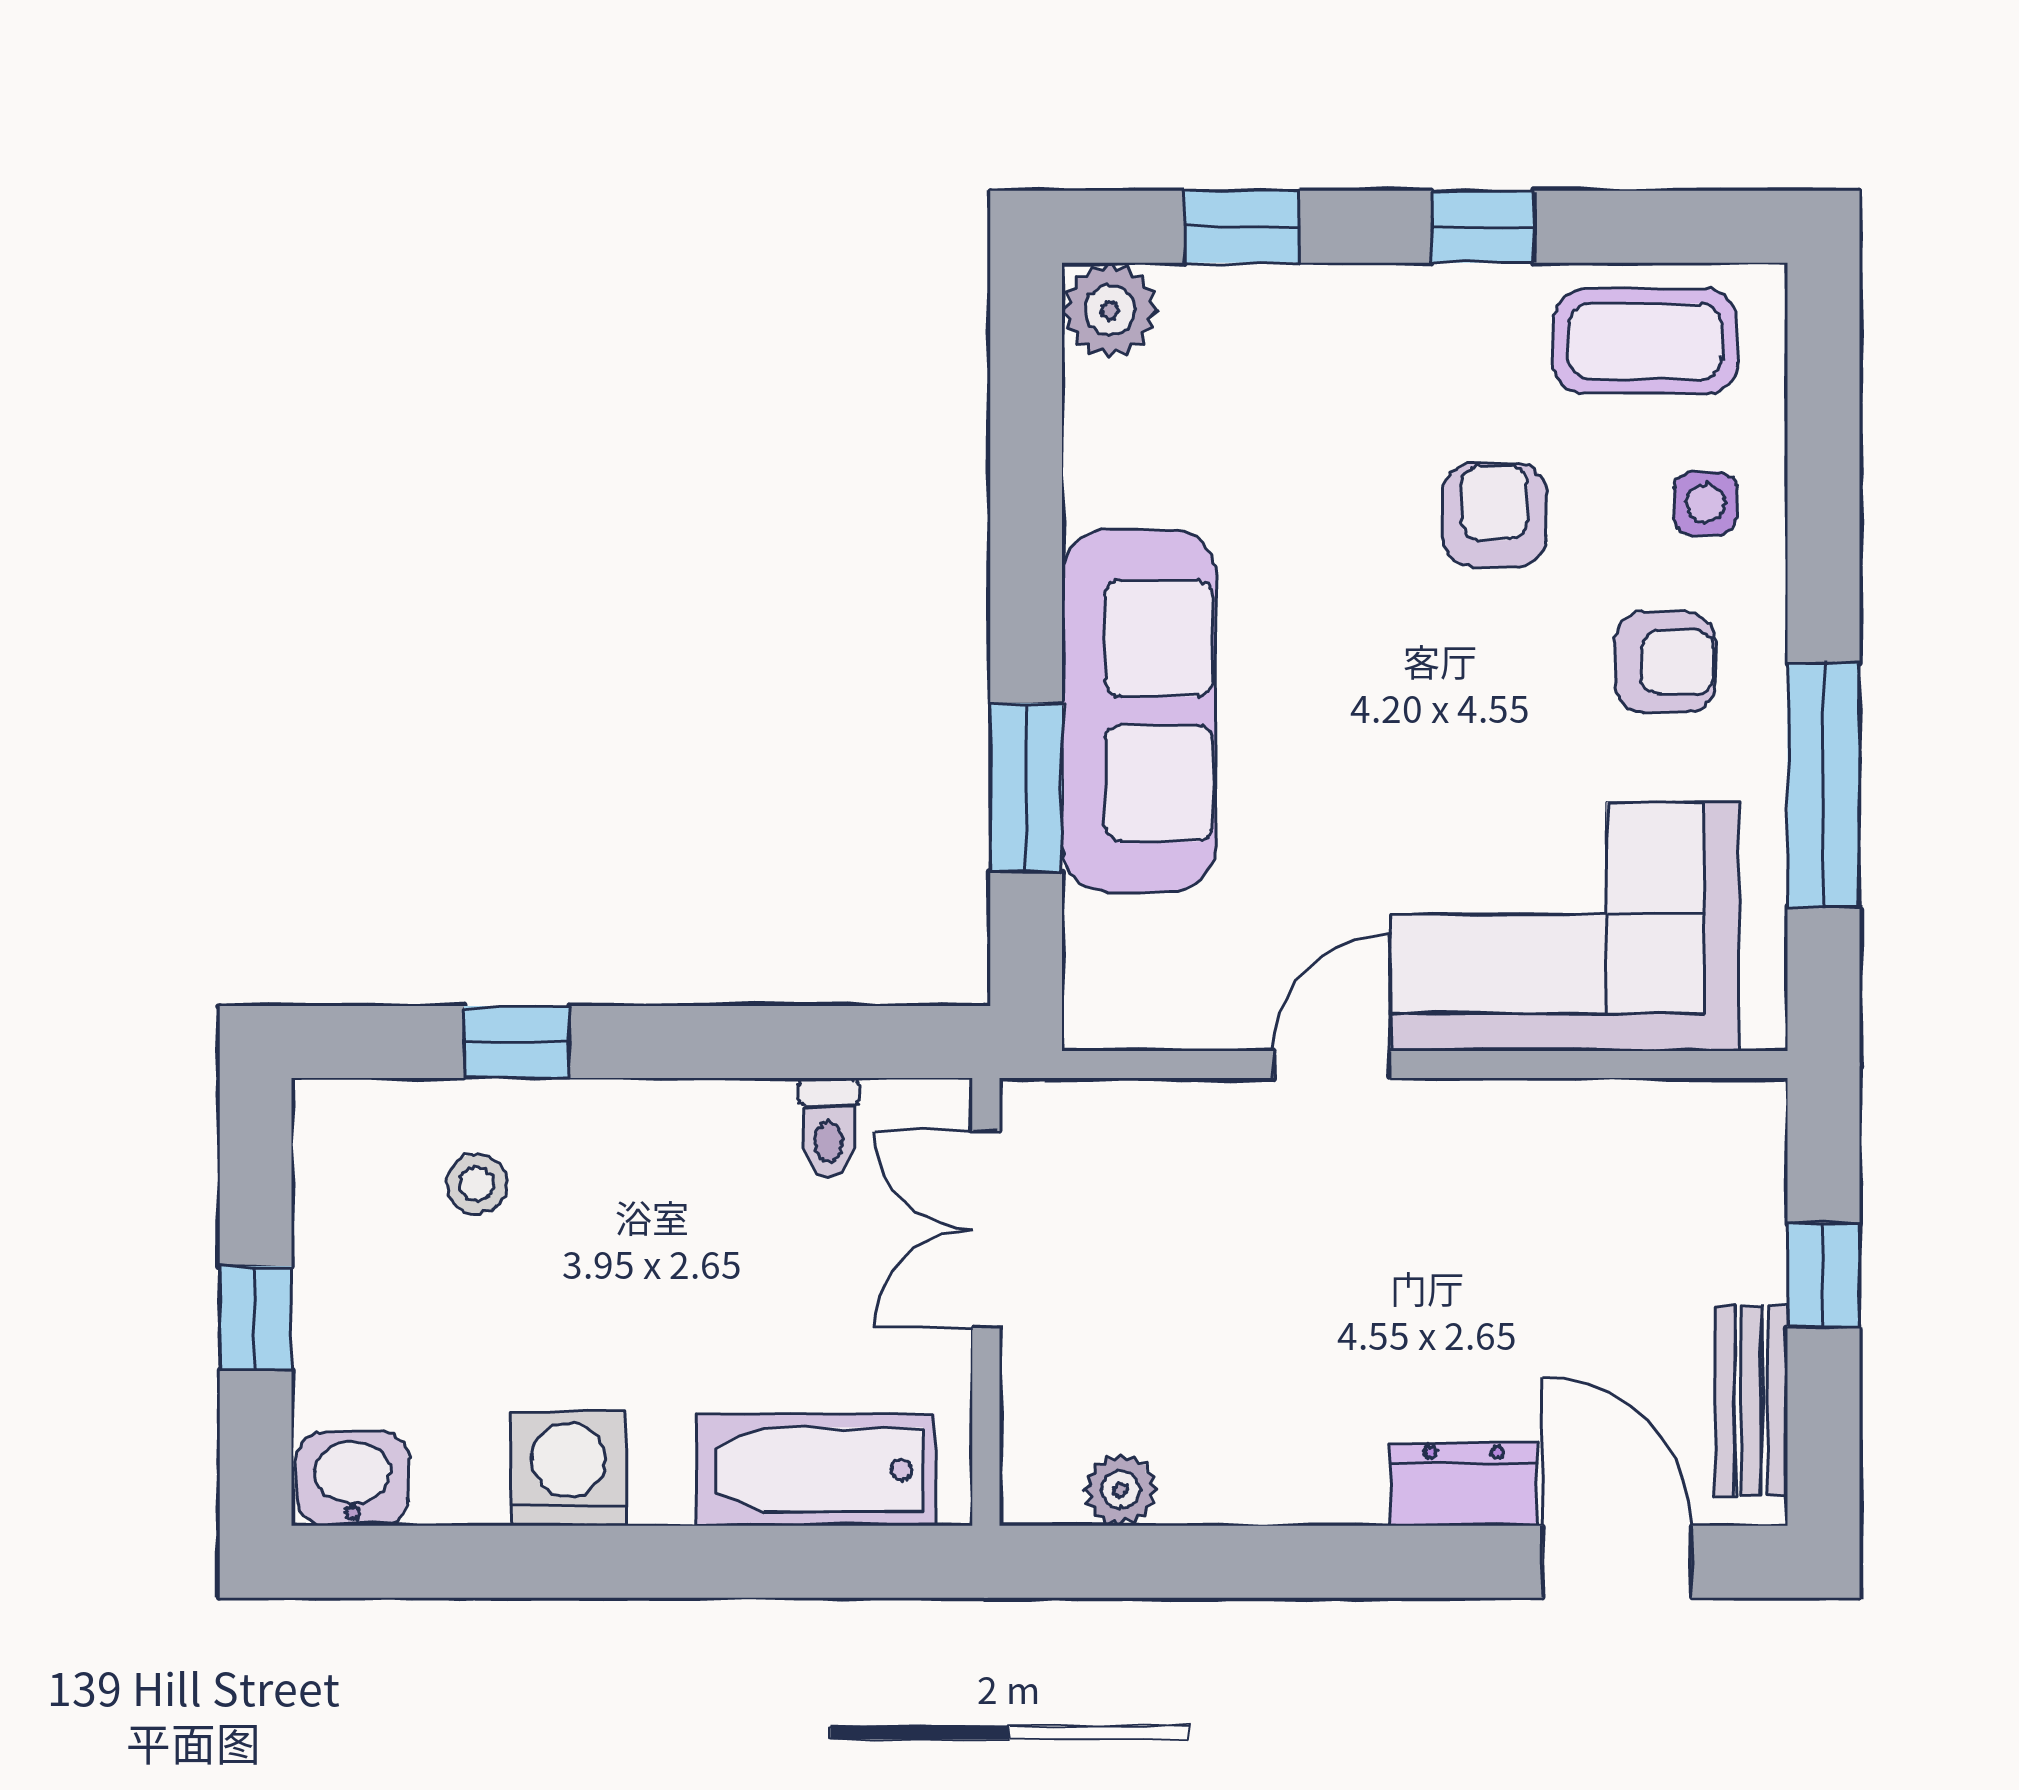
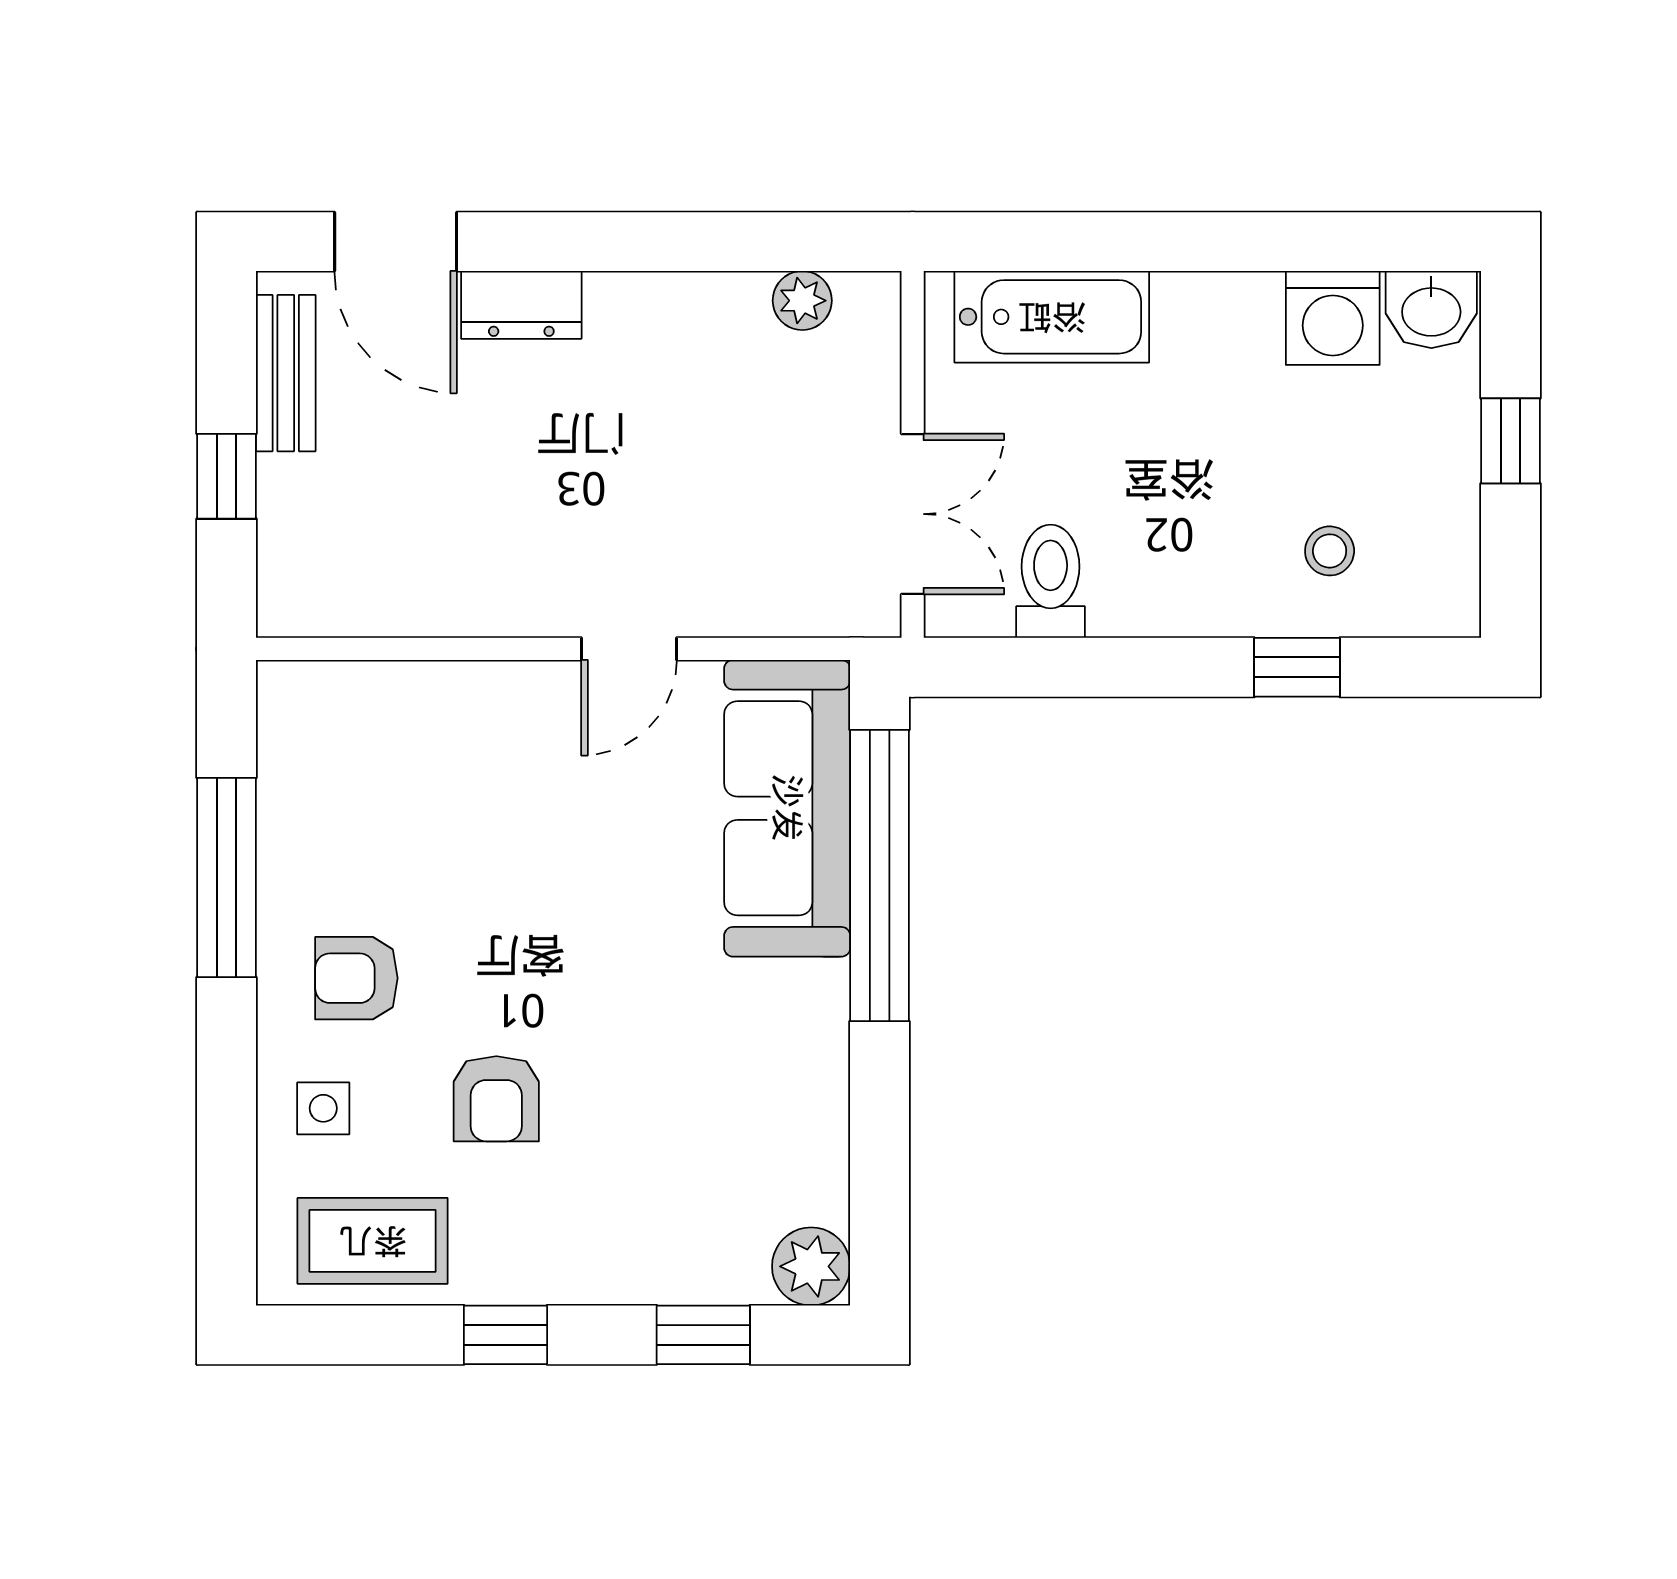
sofa: (1139, 711) -> (787, 808), moved
window: (1026, 788) -> (880, 876), width x2.11
corner sofa: (1565, 927) -> (438, 762), removed
toilet: (829, 1128) -> (1051, 581), width x1.37, depth x1.39
washing machine: (569, 1469) -> (1333, 318), moved

